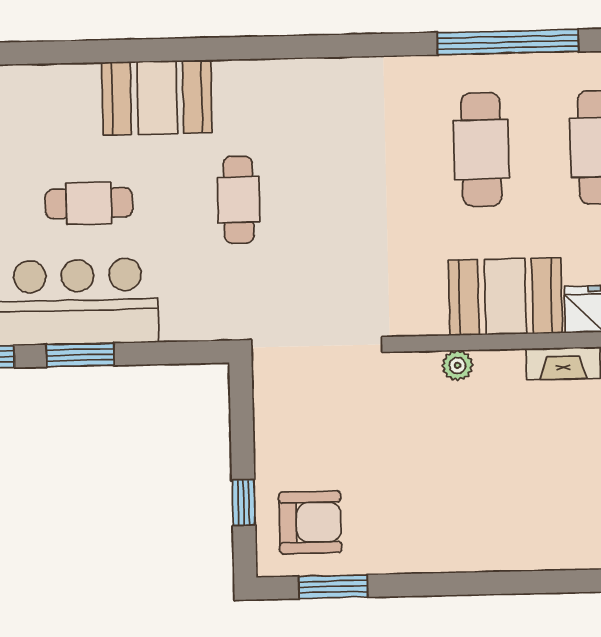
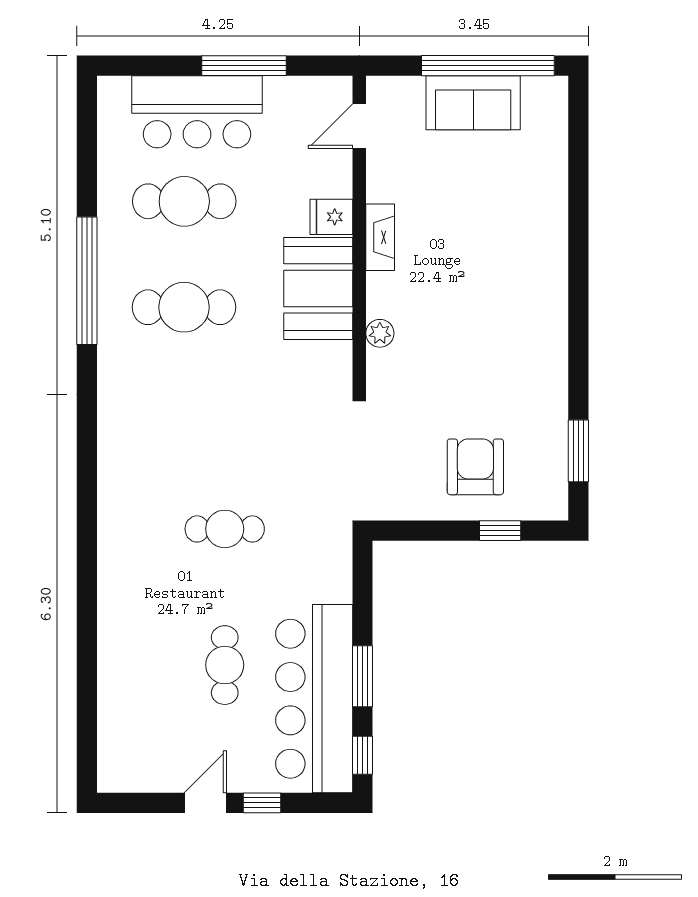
booth: (157, 98) -> (130, 601), removed
armchair: (310, 522) -> (475, 467), moved

